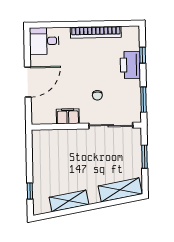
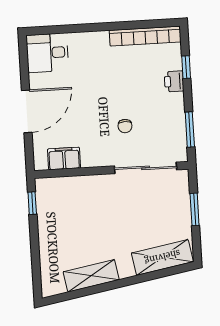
bookcase: (96, 32) -> (145, 36), moved
printer: (130, 65) -> (174, 81), width x0.53, depth x0.68
filing cabinet: (68, 116) -> (64, 158), moved
window: (30, 191) -> (32, 203), moved

